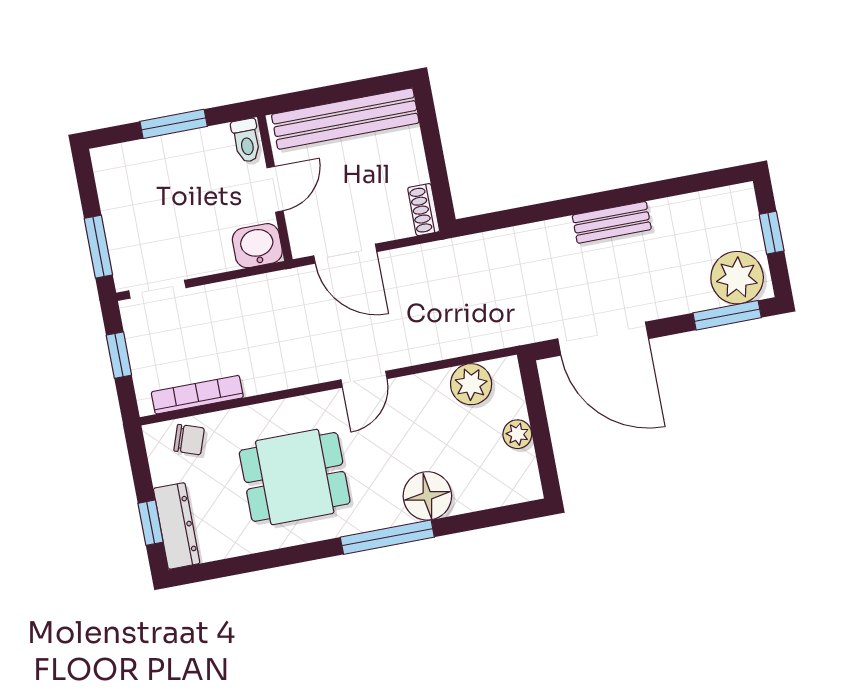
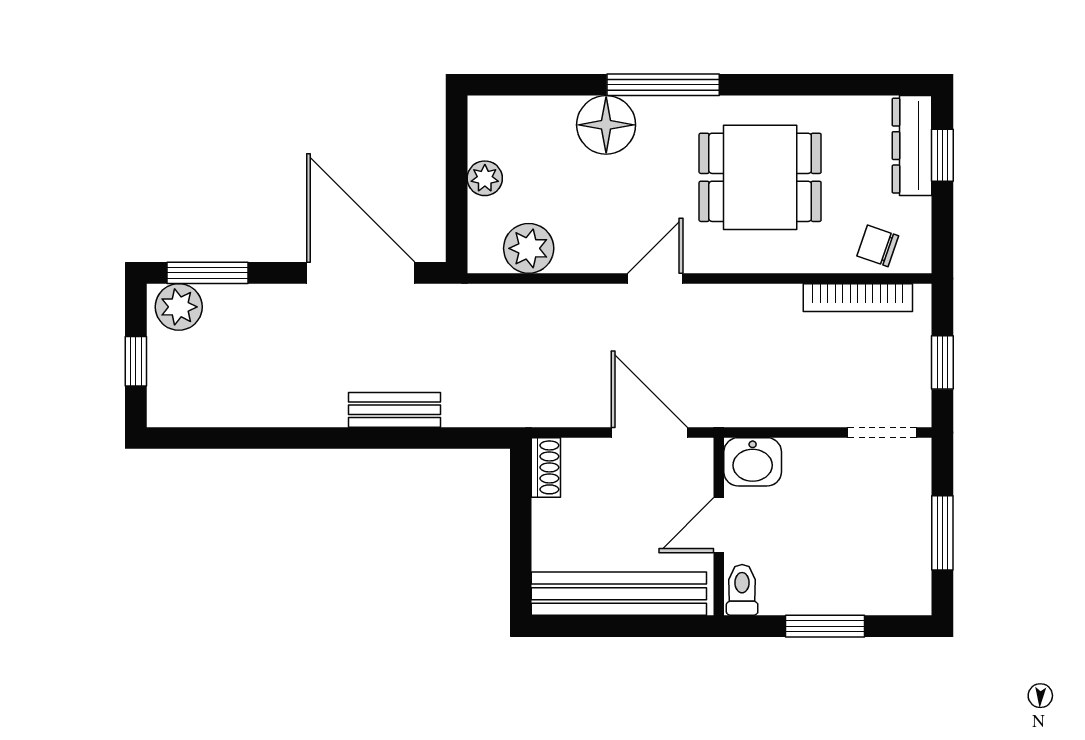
bench: (612, 222) -> (394, 410), moved
window: (98, 247) -> (942, 533), moved
plant: (737, 278) -> (179, 307), width x0.73, depth x0.73

